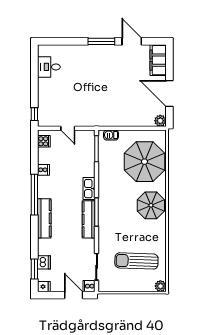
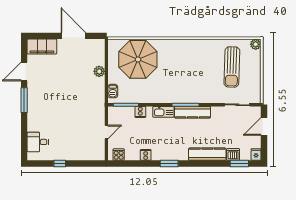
desk: (49, 67) -> (38, 142), moved, turned 90
door: (169, 93) -> (73, 36), swing flipped
window: (34, 114) -> (60, 163), moved
plant: (160, 121) -> (99, 71), moved
window: (34, 195) -> (169, 163), width x0.47
parasol: (151, 205) -> (179, 53), removed
kitchen counter: (44, 218) -> (207, 154), moved
cooker: (89, 286) -> (140, 112), moved

